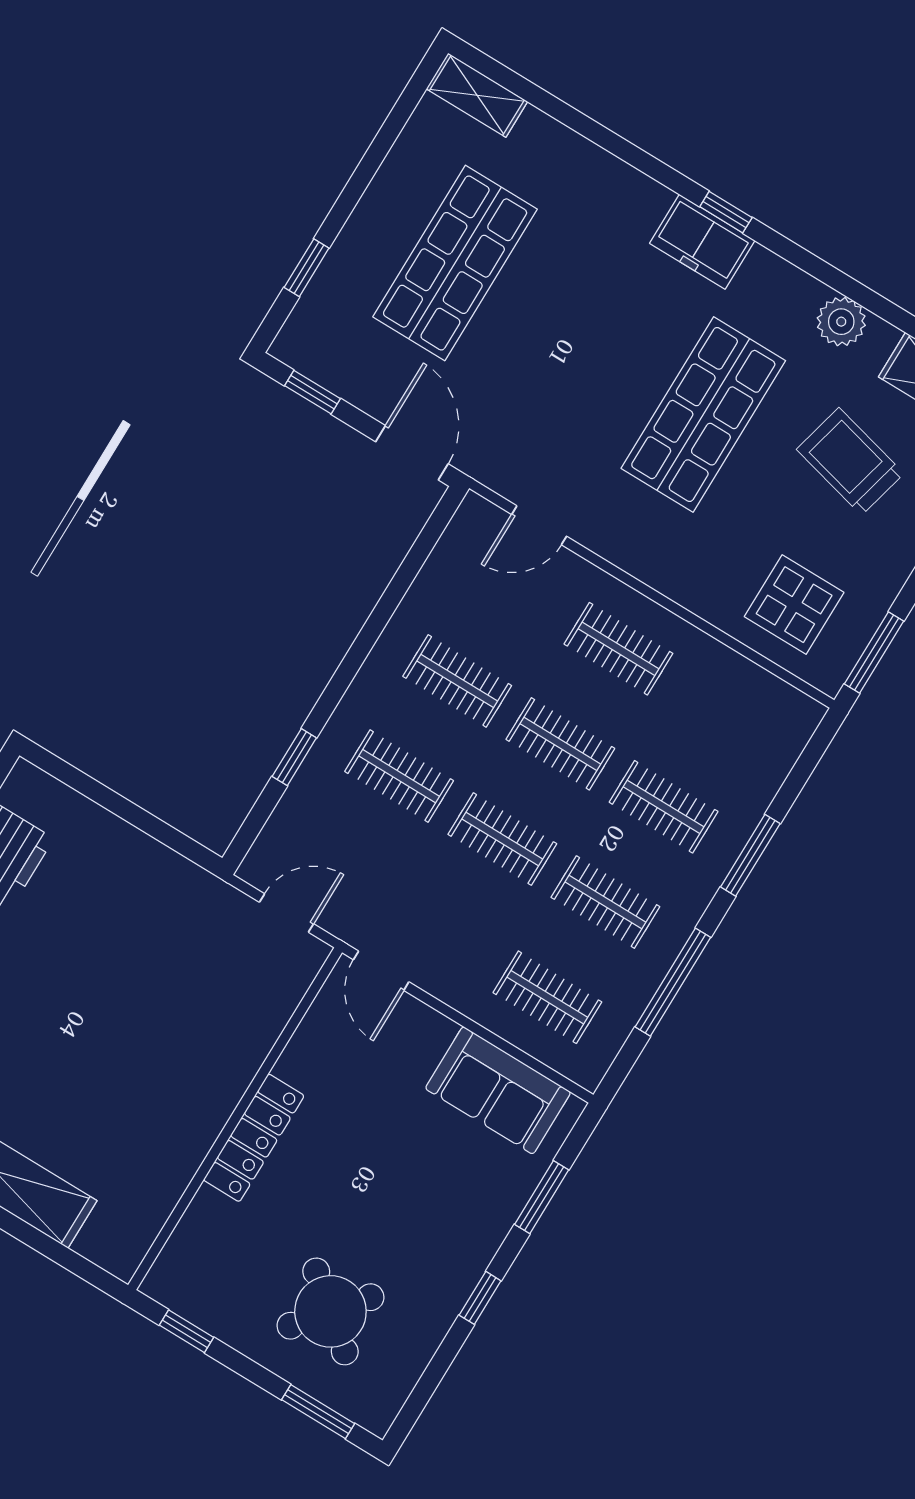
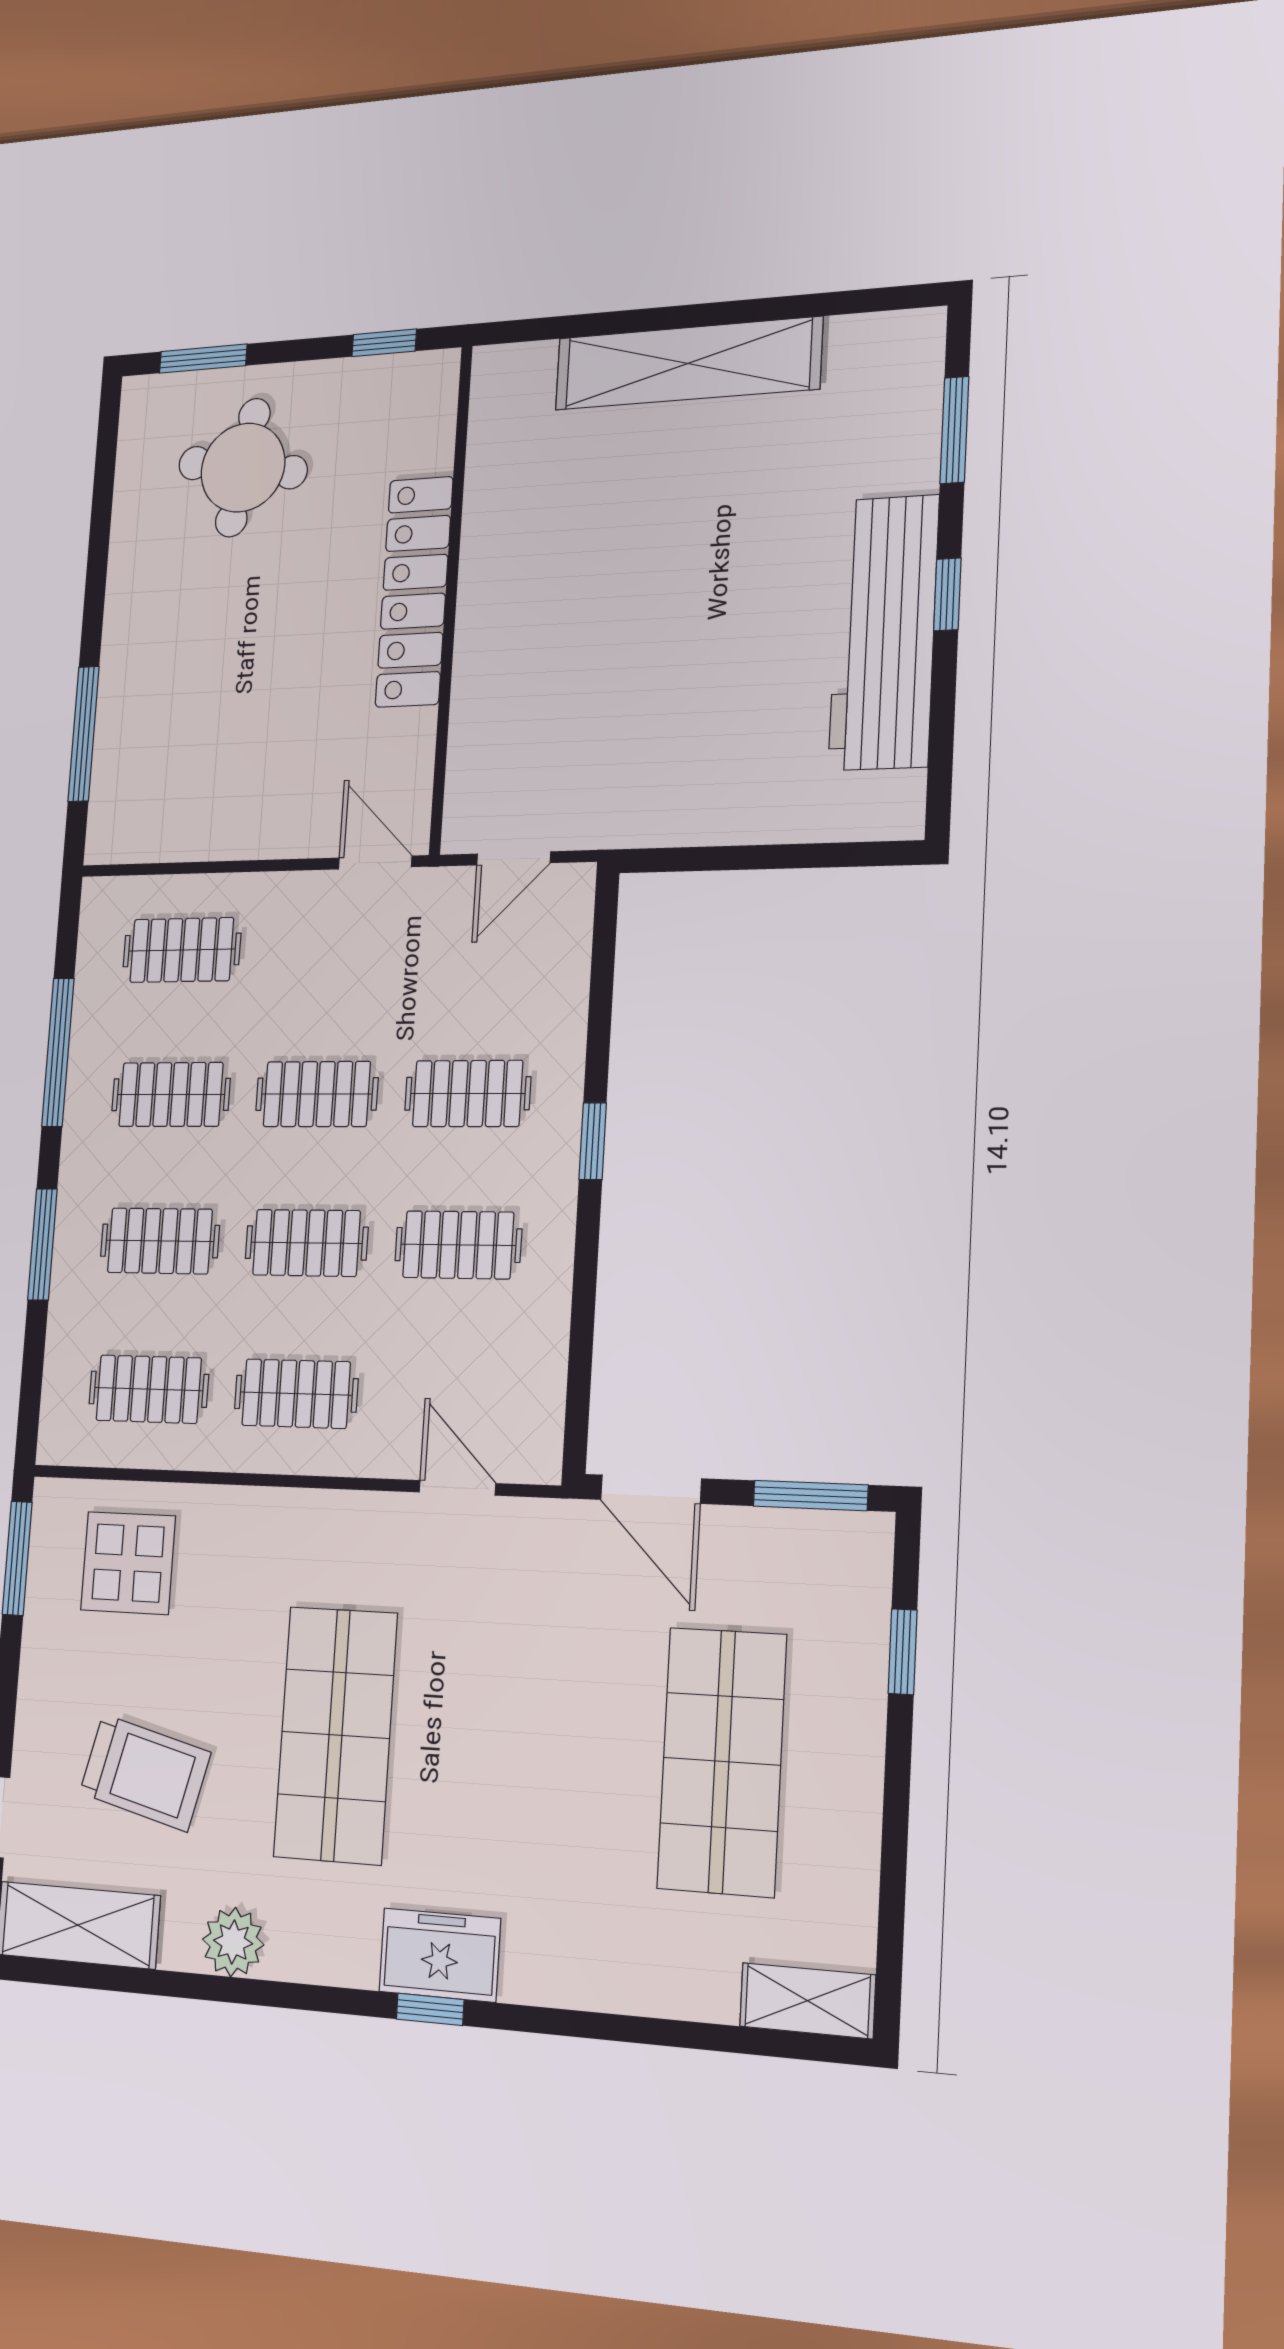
window: (312, 392) -> (811, 1496), width x1.50
door: (539, 525) -> (457, 1488), hinge flipped
clothes rail: (722, 712) -> (149, 1389), added
window: (294, 757) -> (593, 1141), moved
sofa: (498, 1090) -> (184, 816), removed
locker: (254, 1138) -> (414, 592), width x1.41, depth x1.21
window: (542, 1197) -> (84, 734), width x1.44
window: (480, 1298) -> (95, 587), removed
round table: (330, 1311) -> (243, 468), turned -30

